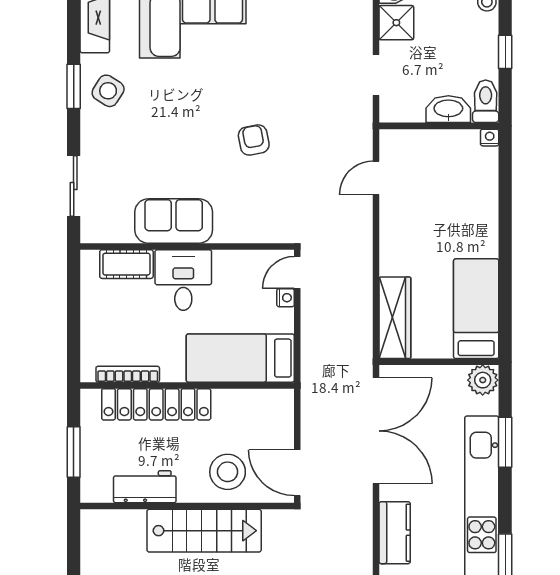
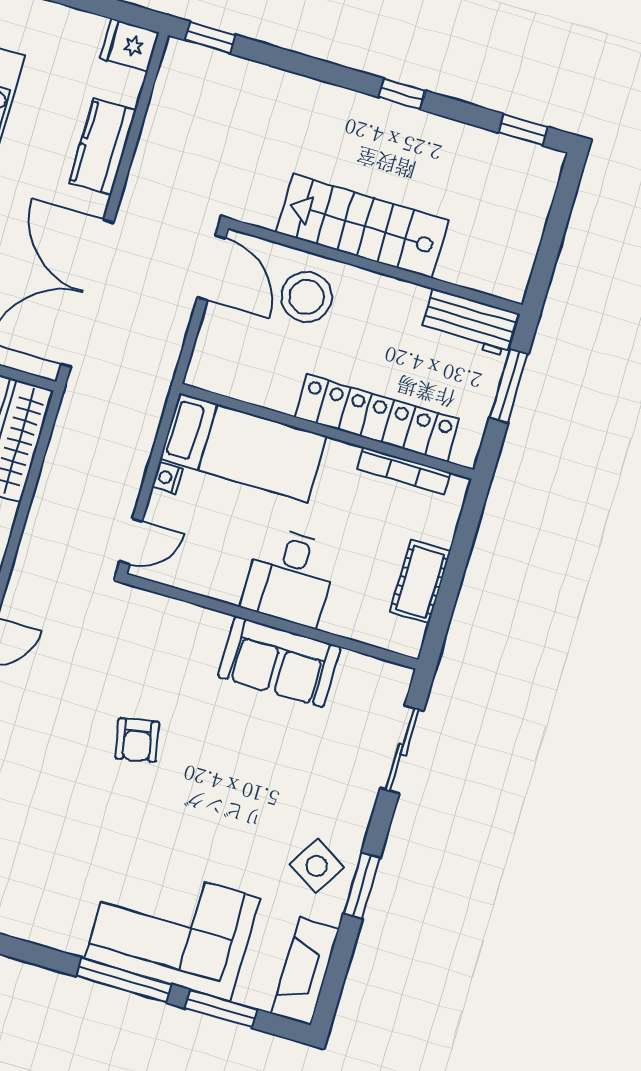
cot: (126, 264) -> (420, 582), moved, turned 90
nightstand: (286, 298) -> (167, 478), moved
workbench: (145, 487) -> (470, 323), moved

